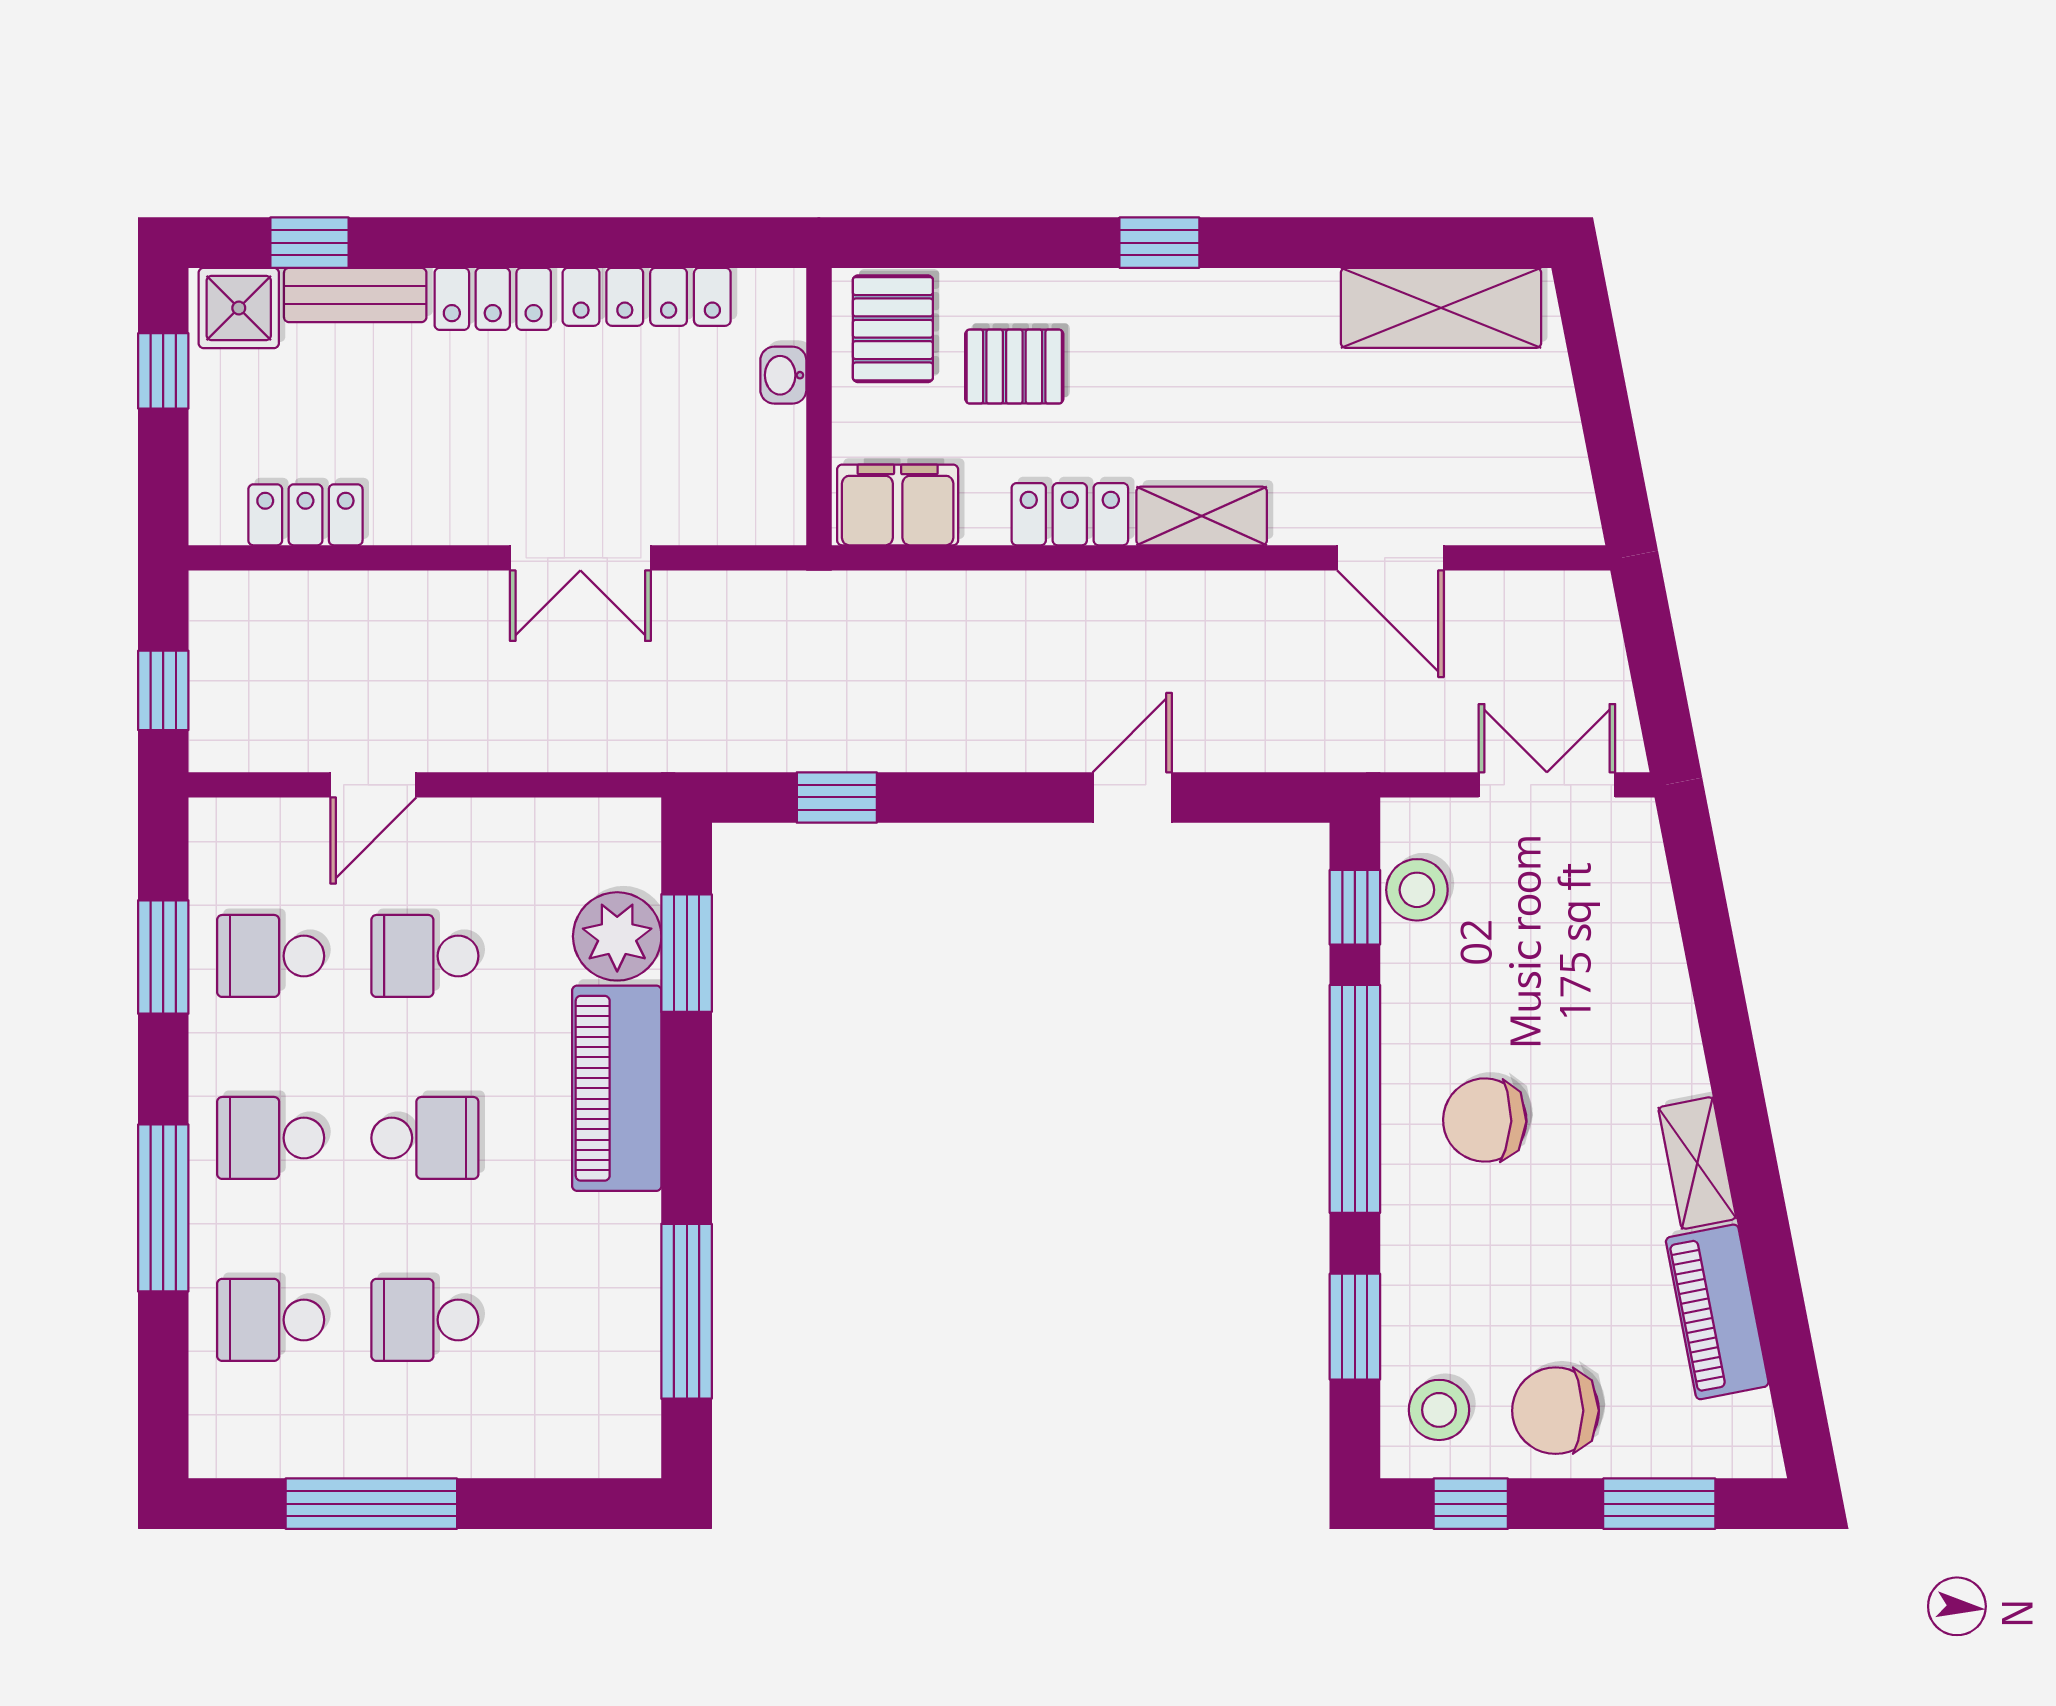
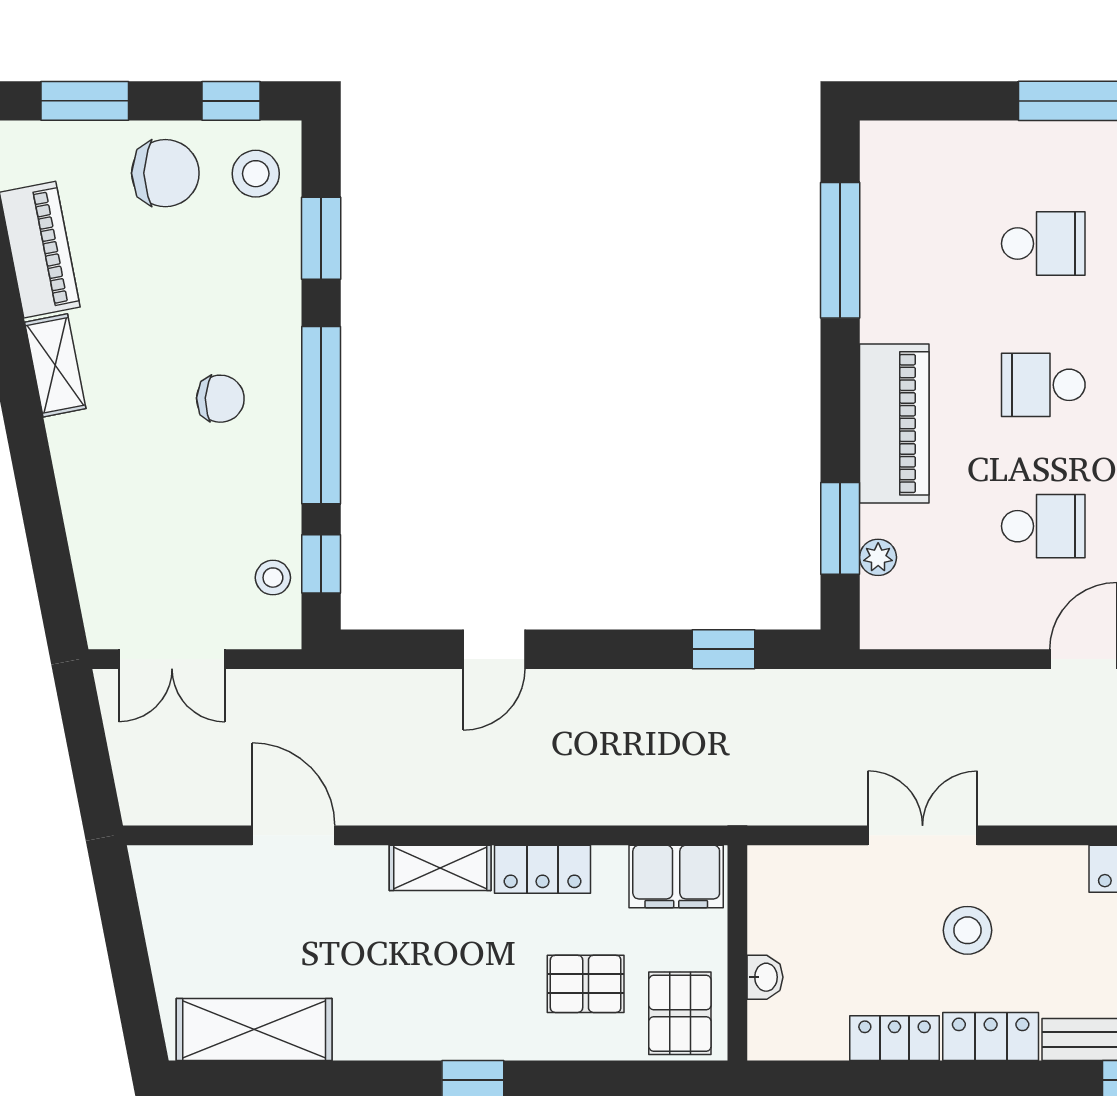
locker: (647, 297) -> (895, 1038), width x0.66
stool: (523, 436) -> (967, 930), added
stool: (1417, 890) -> (273, 578), width x0.73, depth x0.73
plant: (617, 936) -> (878, 557), width x0.53, depth x0.53
chair: (1485, 1120) -> (220, 399), width x0.73, depth x0.73

